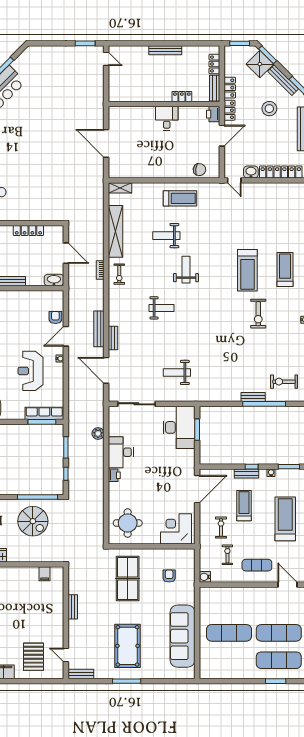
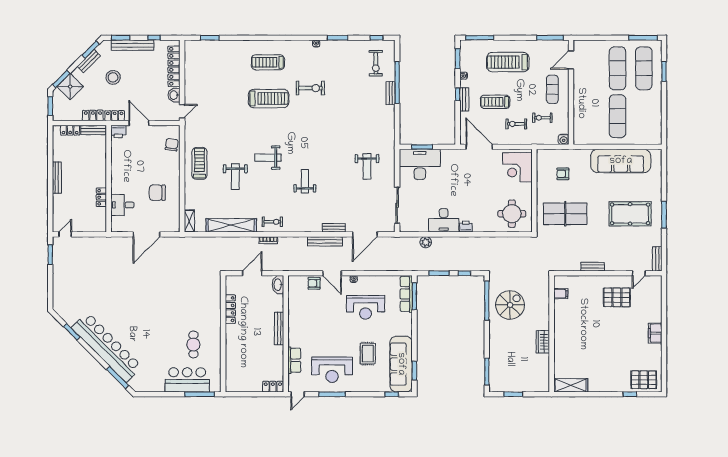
bench: (283, 80) -> (89, 61), width x0.73
locker: (182, 97) -> (101, 197), moved
desk: (167, 118) -> (122, 205), moved
chair: (150, 155) -> (157, 193), added
pallet: (33, 657) -> (617, 297), moved

